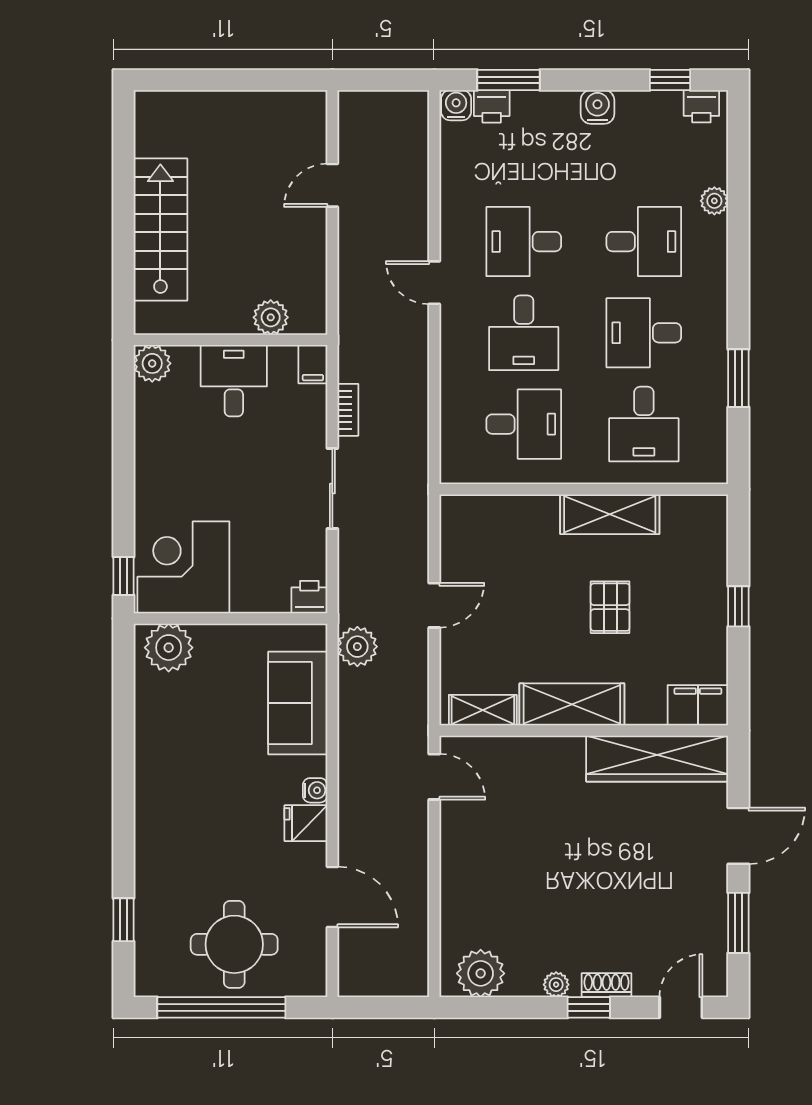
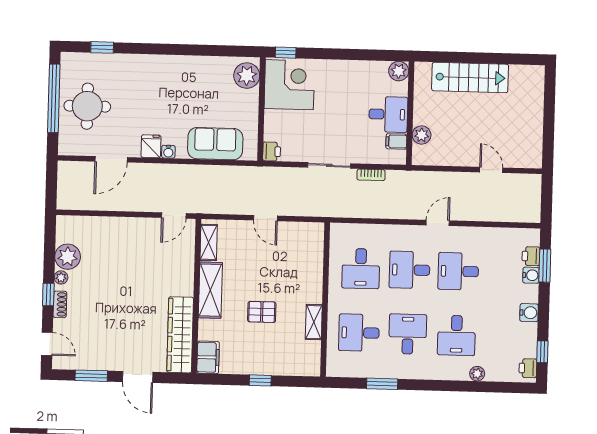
water cooler: (456, 105) -> (531, 275), moved
desk: (524, 242) -> (458, 271), turned -90
filing cabinet: (313, 364) -> (396, 141), moved
shelving: (610, 514) -> (314, 322), width x0.67, depth x0.75
plant: (357, 647) -> (244, 176), removed
plant: (481, 973) -> (68, 257), moved

